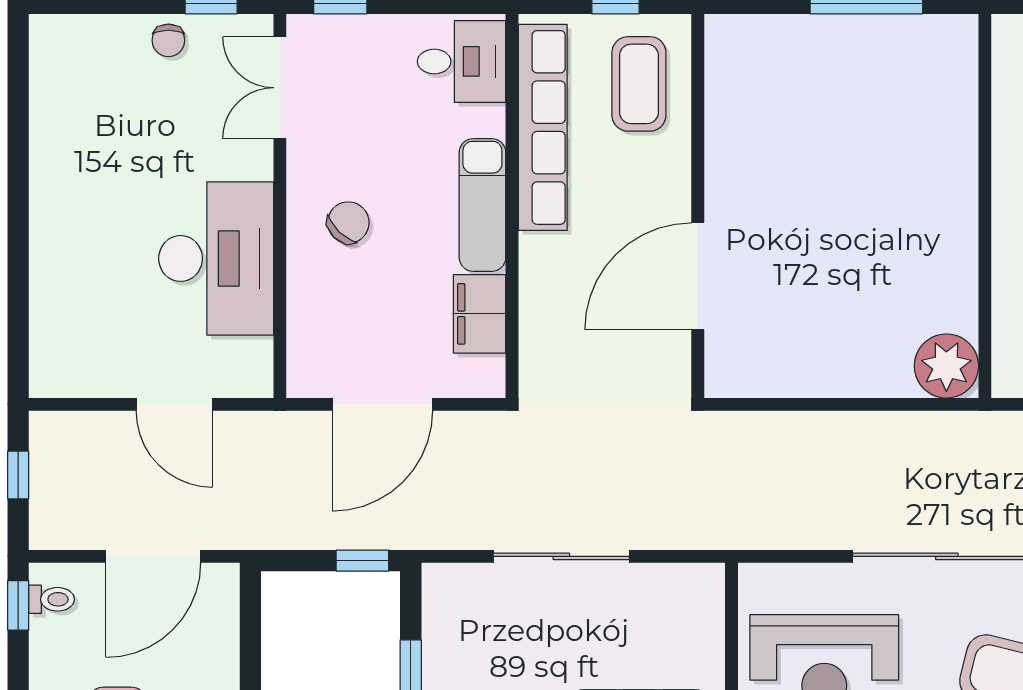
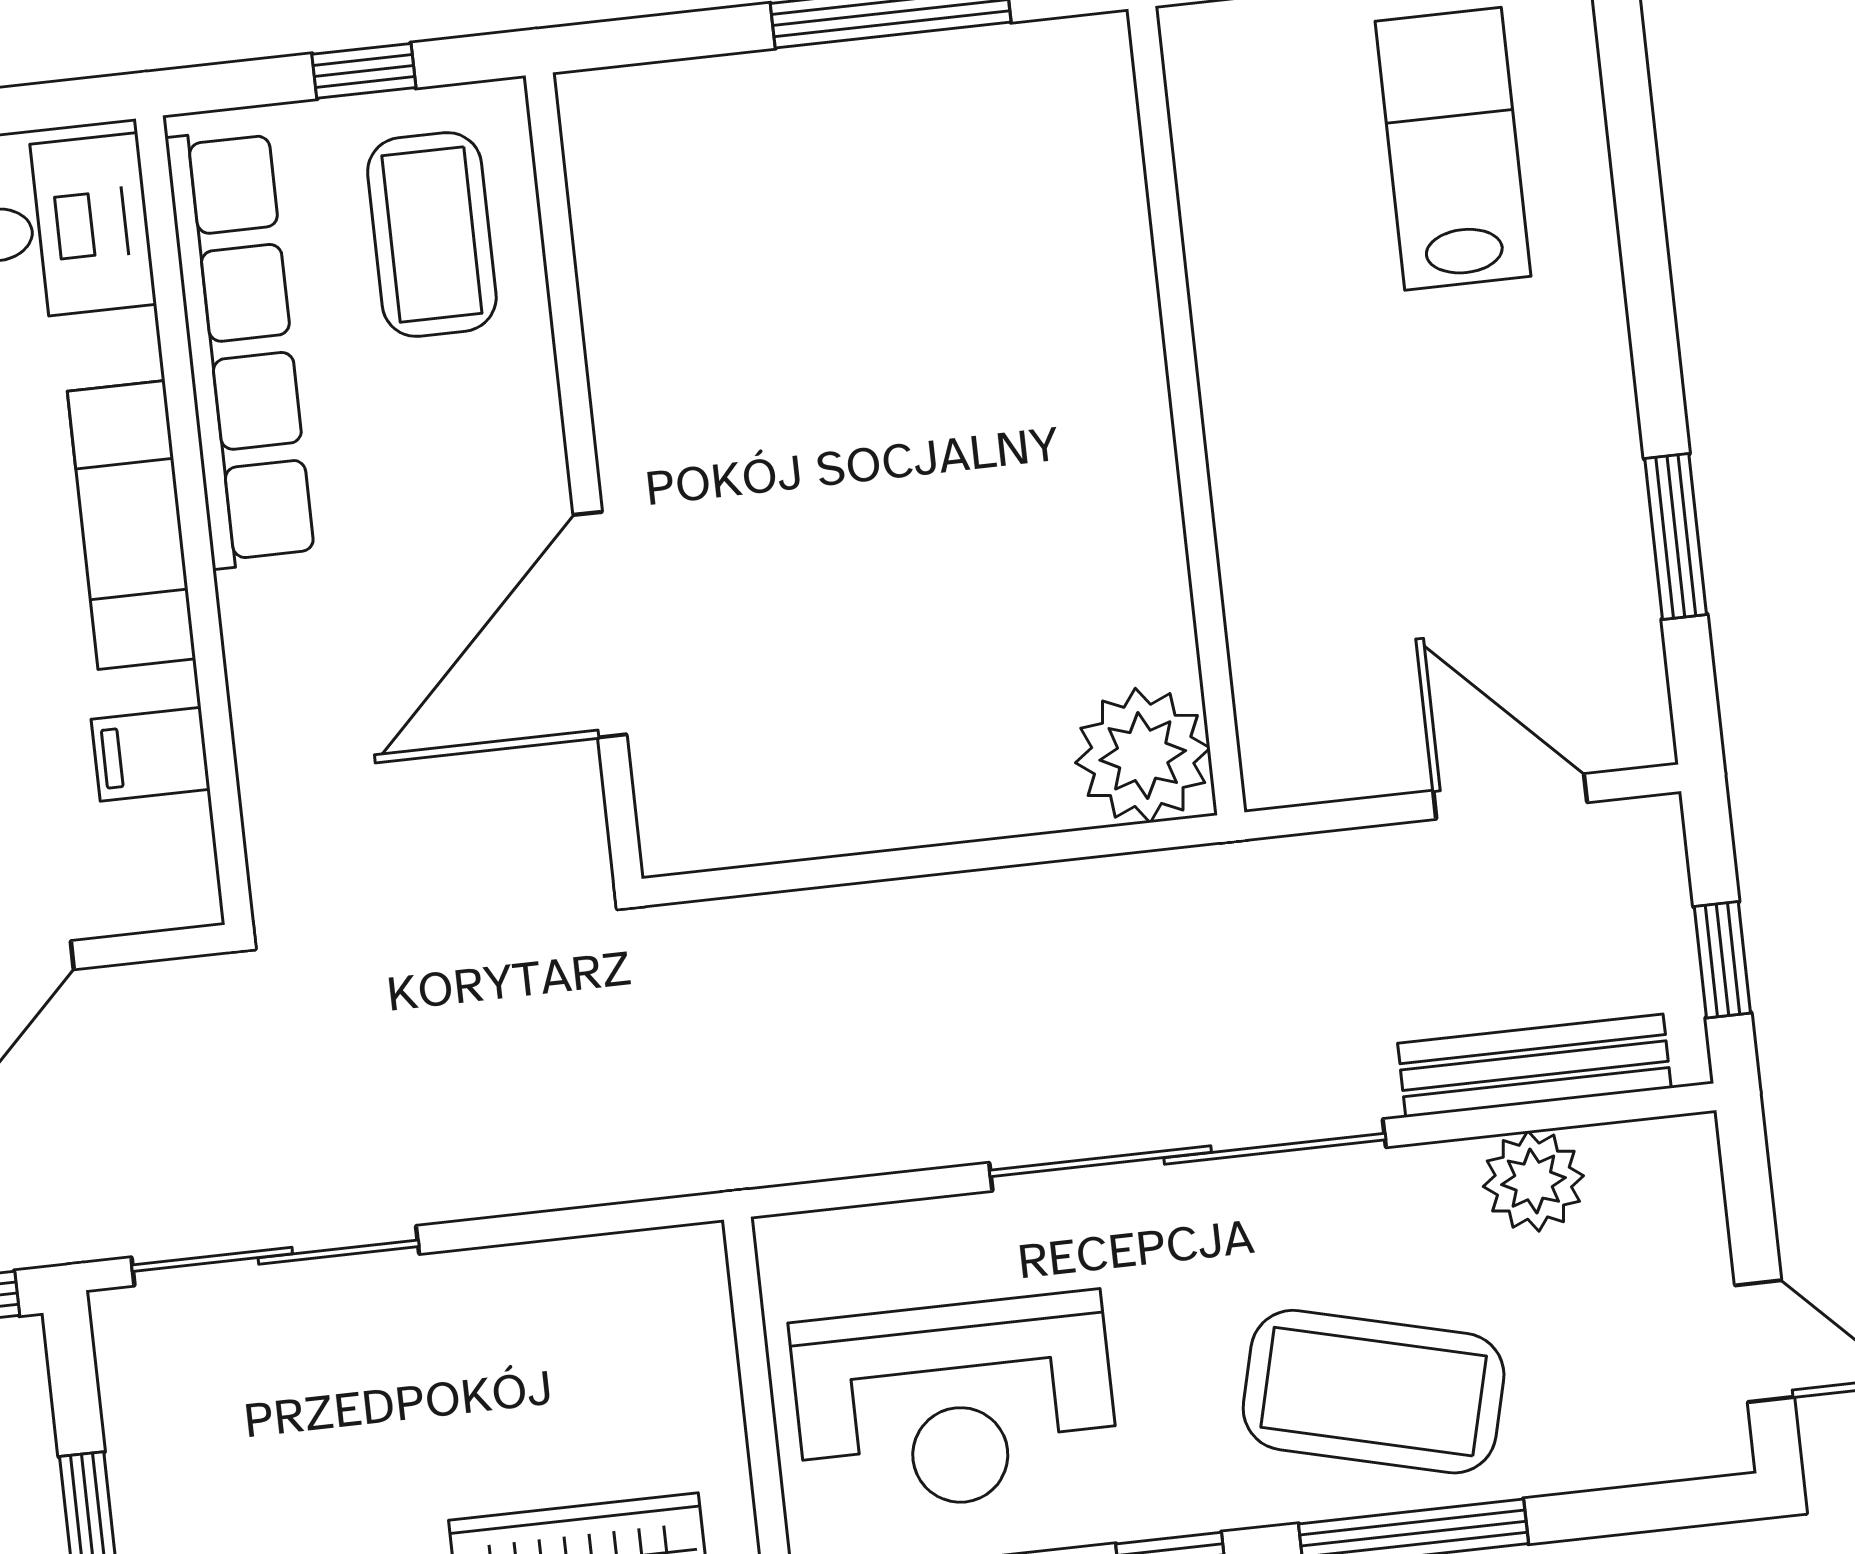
filing cabinet: (480, 314) -> (151, 754), width x0.50
sliding door: (561, 556) -> (275, 1256), moved

